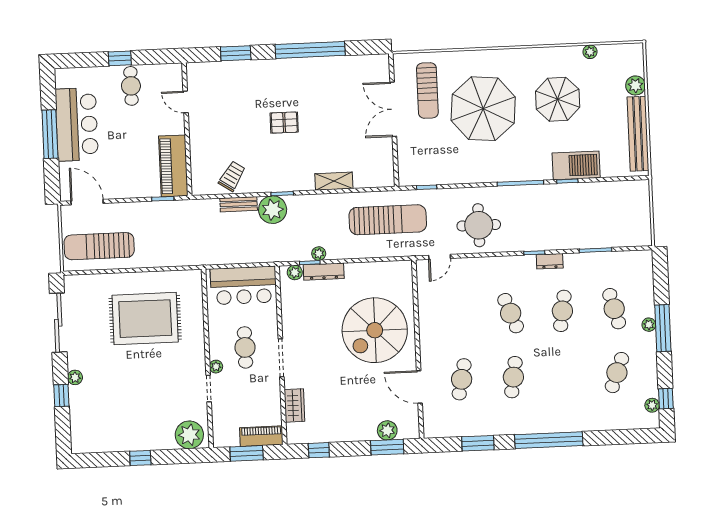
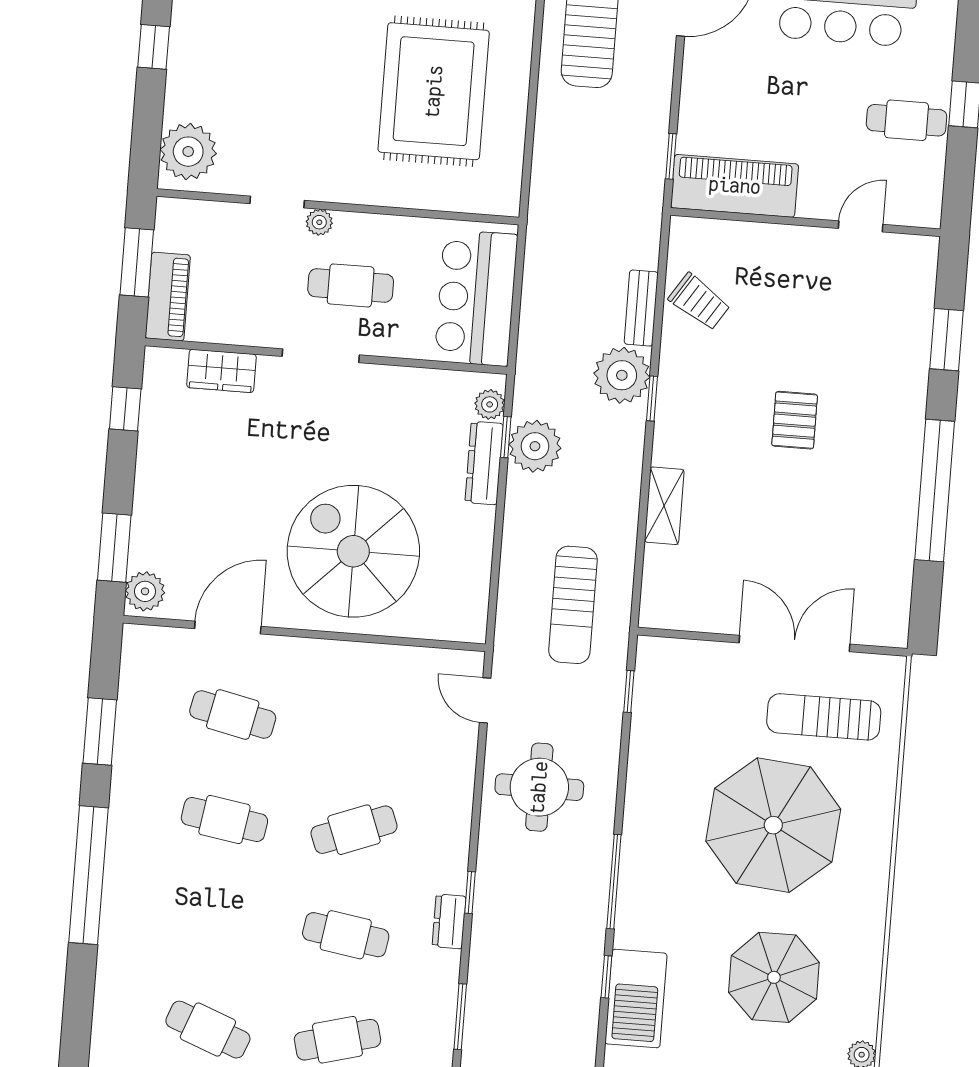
sun lounger: (388, 220) -> (573, 605), width x0.73, depth x0.75
plant: (319, 254) -> (535, 446), width x1.88, depth x1.88
plant: (387, 430) -> (145, 591), moved

